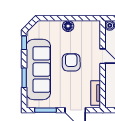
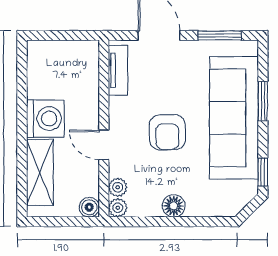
plant: (96, 25) -> (118, 208), added
plant: (96, 35) -> (118, 187), added

